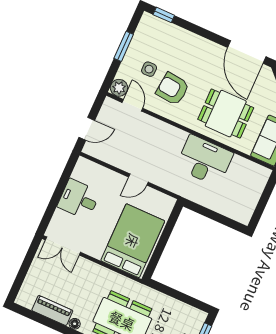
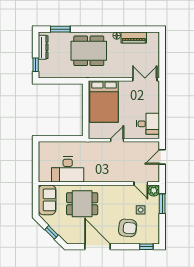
window: (124, 46) -> (162, 204), moved
door: (247, 52) -> (97, 247), moved
armchair: (173, 89) -> (128, 228), moved
desk: (204, 160) -> (68, 170), moved
desk: (79, 199) -> (148, 124), moved

